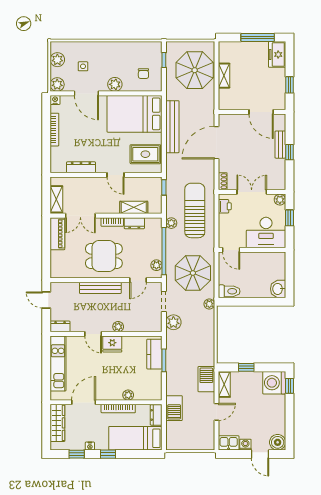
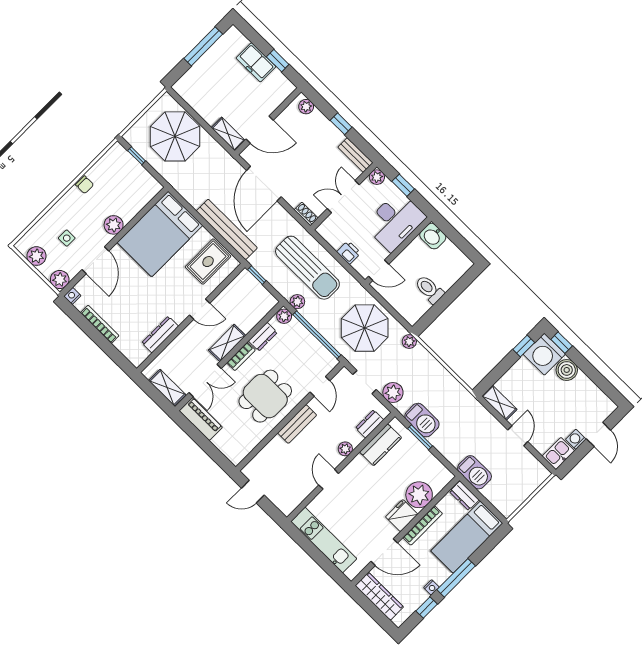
freezer: (277, 54) -> (256, 62), moved
chair: (143, 74) -> (85, 185), moved
shelving: (224, 76) -> (228, 134), moved
door: (86, 93) -> (95, 260), hinge flipped
door: (261, 112) -> (260, 130), moved
plant: (280, 124) -> (306, 107), added
bench: (172, 127) -> (227, 229), moved
bench: (280, 145) -> (355, 155), moved
printer: (225, 206) -> (349, 252), moved
shelving: (134, 207) -> (227, 343), moved
sun lounger: (195, 210) -> (307, 268), turned 180
plant: (156, 265) -> (284, 316), moved
bench: (100, 288) -> (297, 424), width x0.73
washbasin: (278, 289) -> (433, 236), moved
toilet: (229, 291) -> (429, 289), moved, turned -90
dresser: (60, 326) -> (370, 424), moved
door: (93, 334) -> (329, 479), swing flipped
fridge: (112, 344) -> (402, 516), moved, turned 180
kitchen counter: (154, 354) -> (381, 445), moved, turned -90
window: (246, 367) -> (524, 346), moved
barbecue: (206, 379) -> (422, 420), moved, turned 180
plant: (128, 395) -> (419, 495), width x1.87, depth x1.87
door: (84, 402) -> (384, 552), swing flipped
boiler: (278, 442) -> (567, 370), moved
window: (108, 454) -> (456, 578), width x2.17
door: (260, 454) -> (598, 434), hinge flipped

